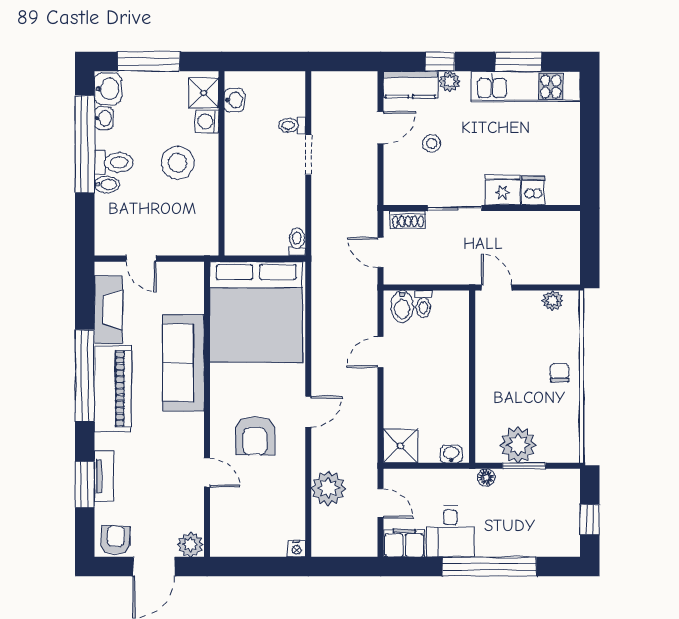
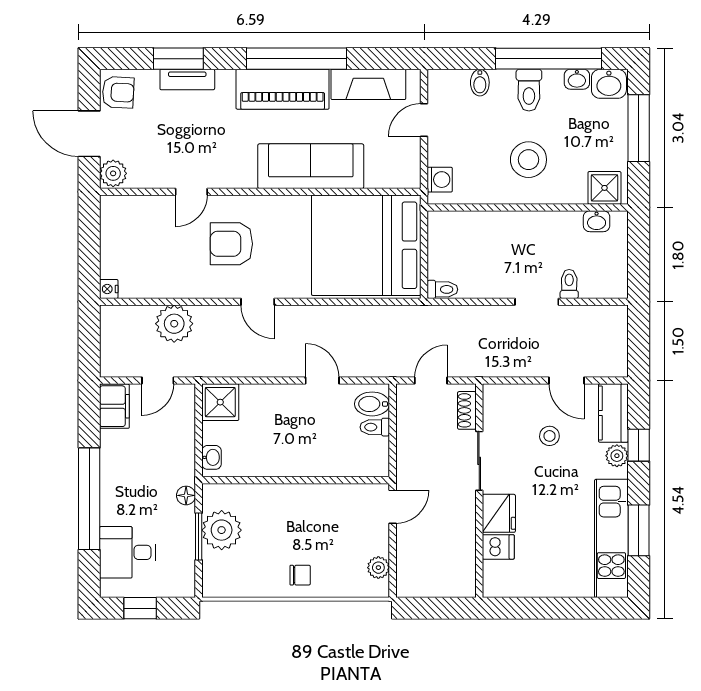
washing machine: (207, 121) -> (440, 180), moved, turned 90
bidet: (107, 184) -> (480, 83), moved
desk: (450, 531) -> (127, 552), moved

